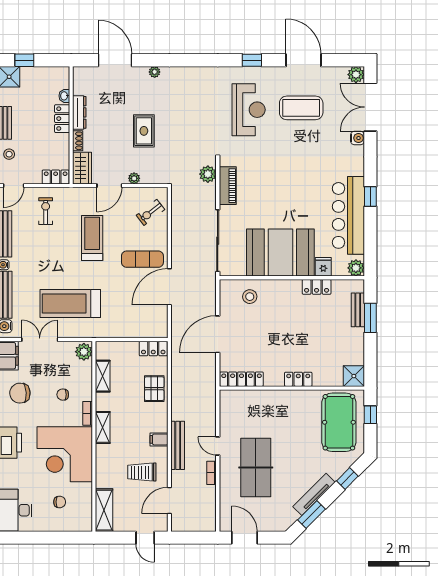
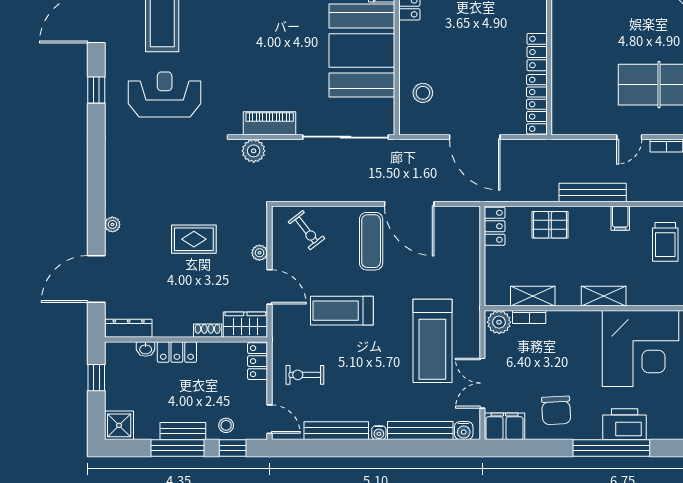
window: (24, 60) -> (96, 378), moved
dresser: (79, 112) -> (129, 328), moved
locker: (298, 379) -> (537, 52), moved
chair: (63, 395) -> (558, 351), removed
bookcase: (88, 413) -> (529, 317), moved
bench: (178, 445) -> (593, 192), moved

